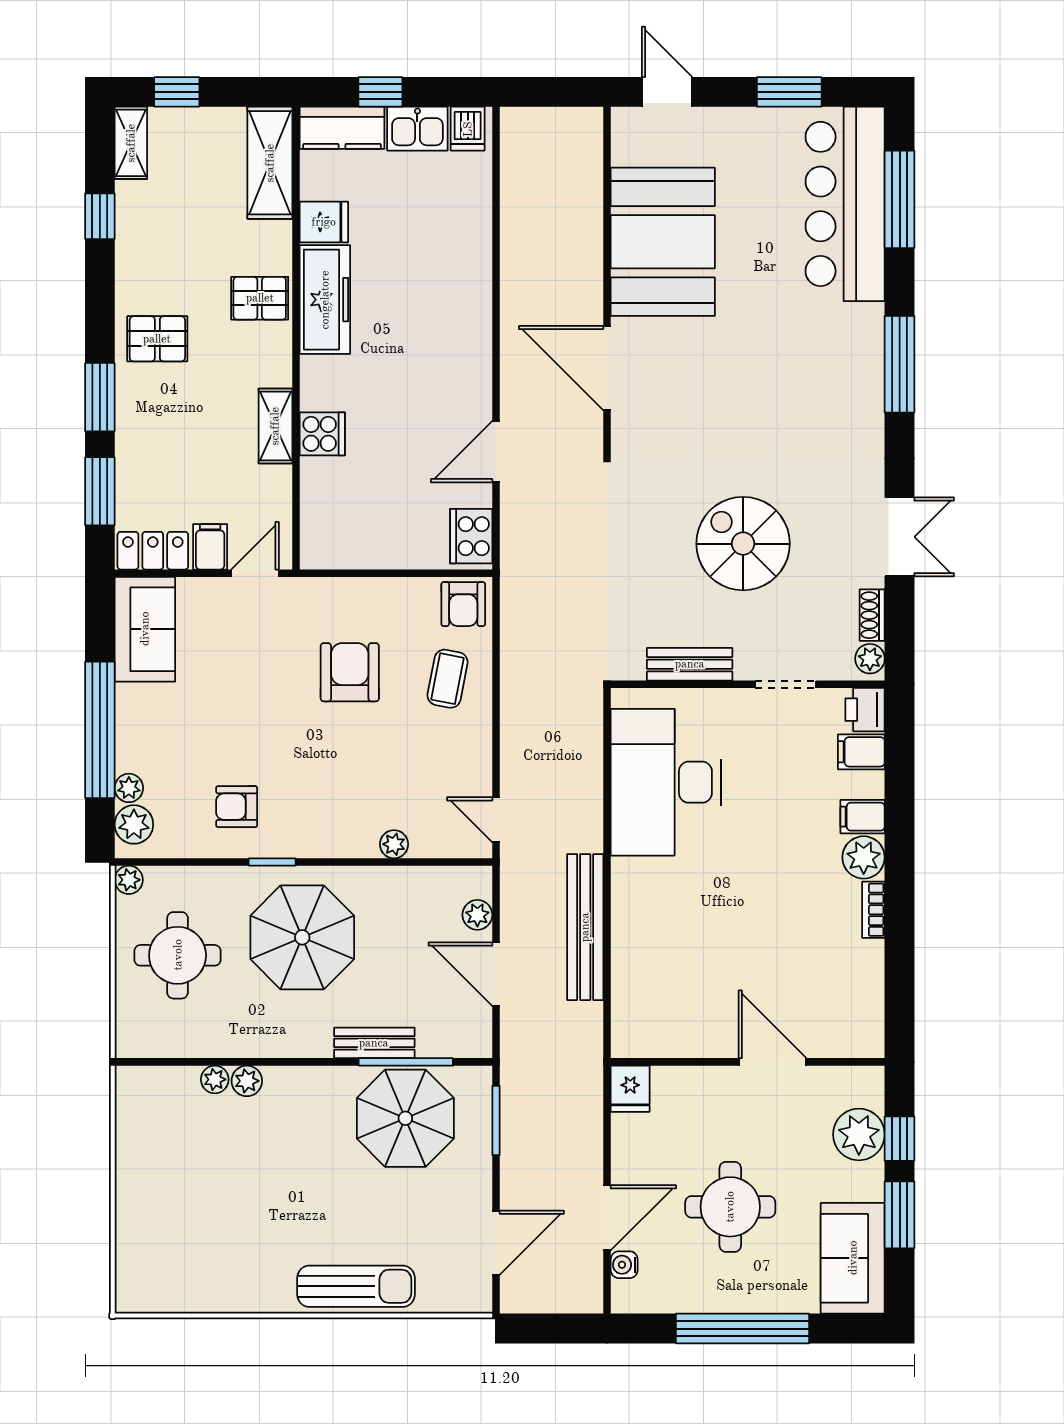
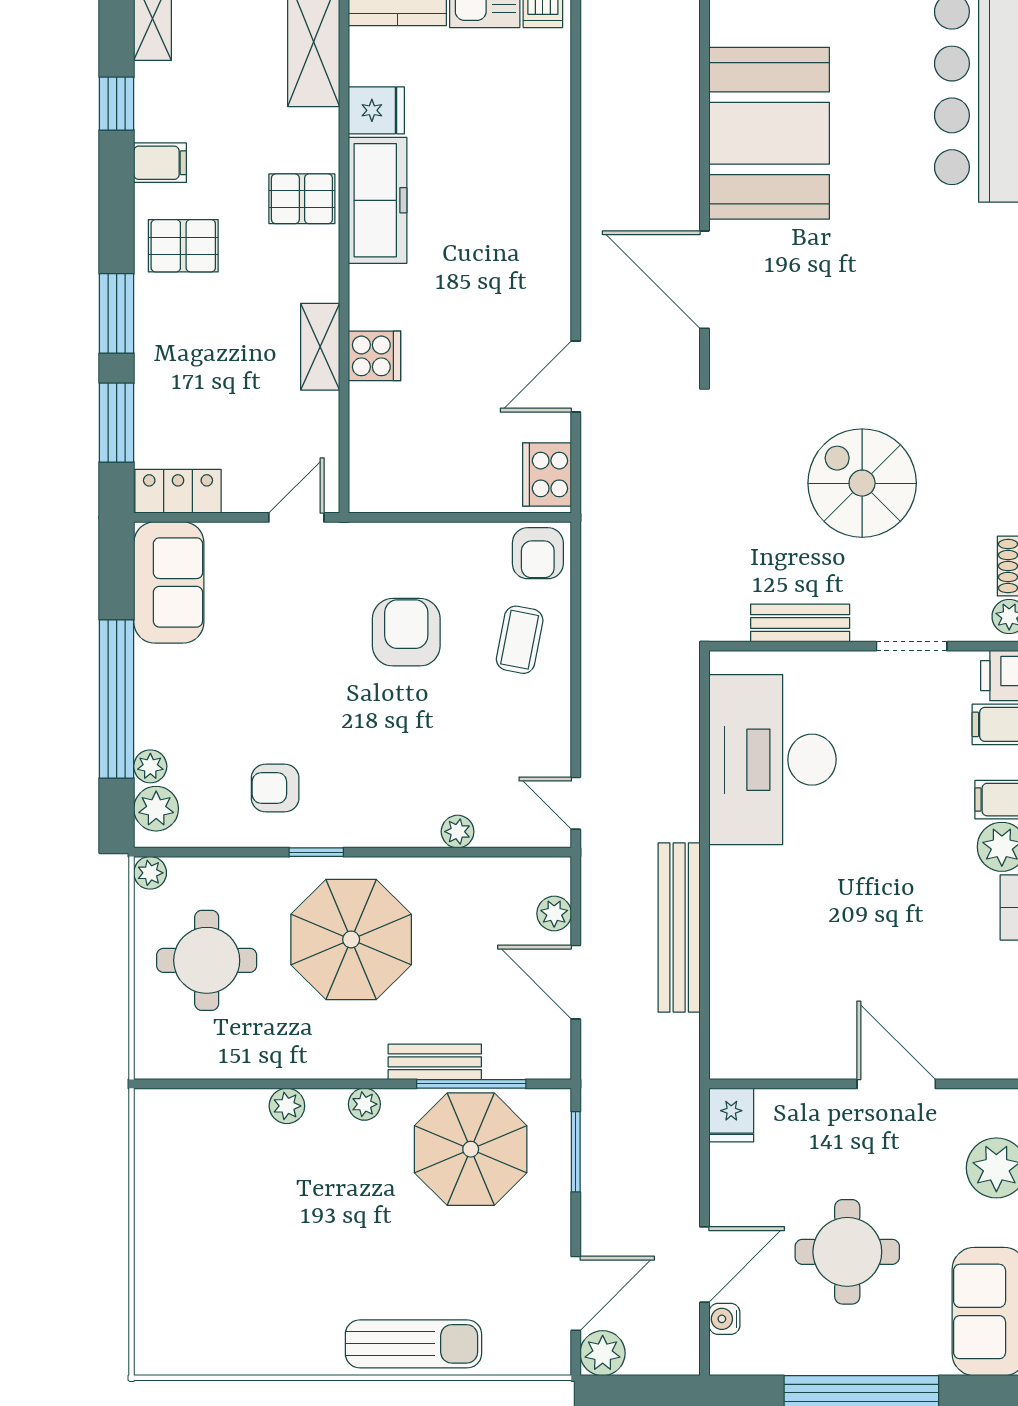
filing cabinet: (210, 547) -> (160, 163), moved, turned 90
plant: (215, 1079) -> (364, 1104), moved
plant: (519, 1294) -> (603, 1353), added

